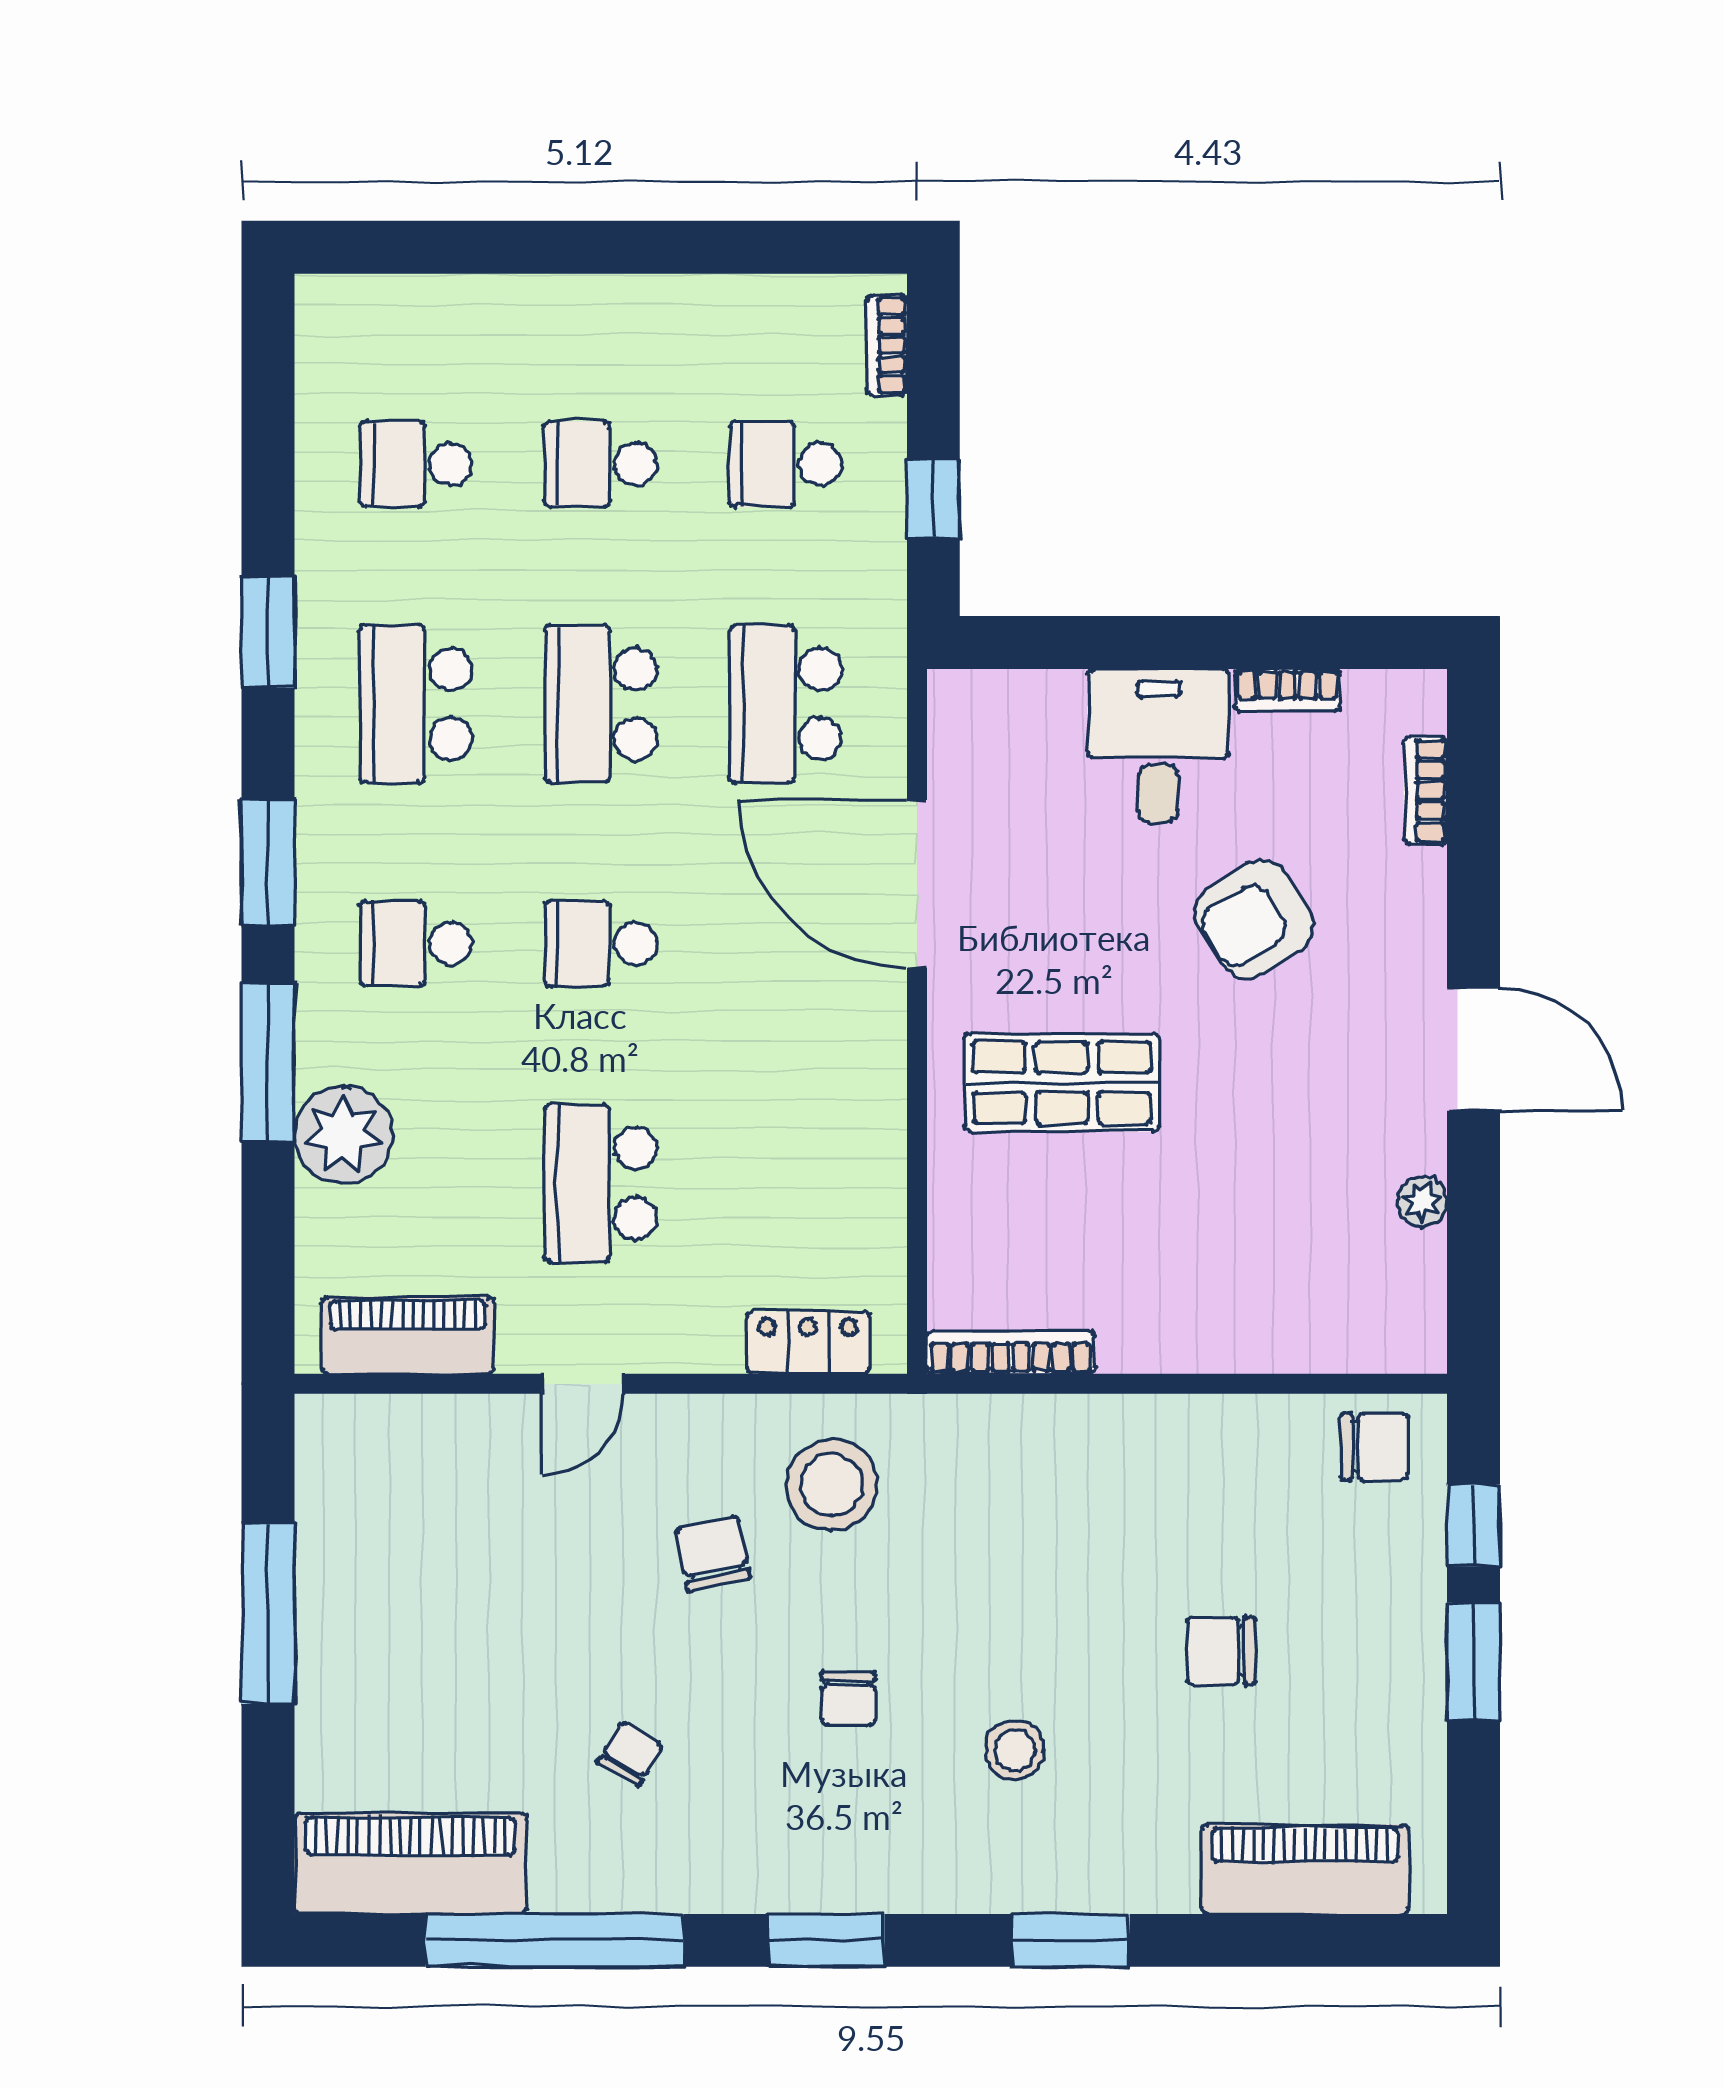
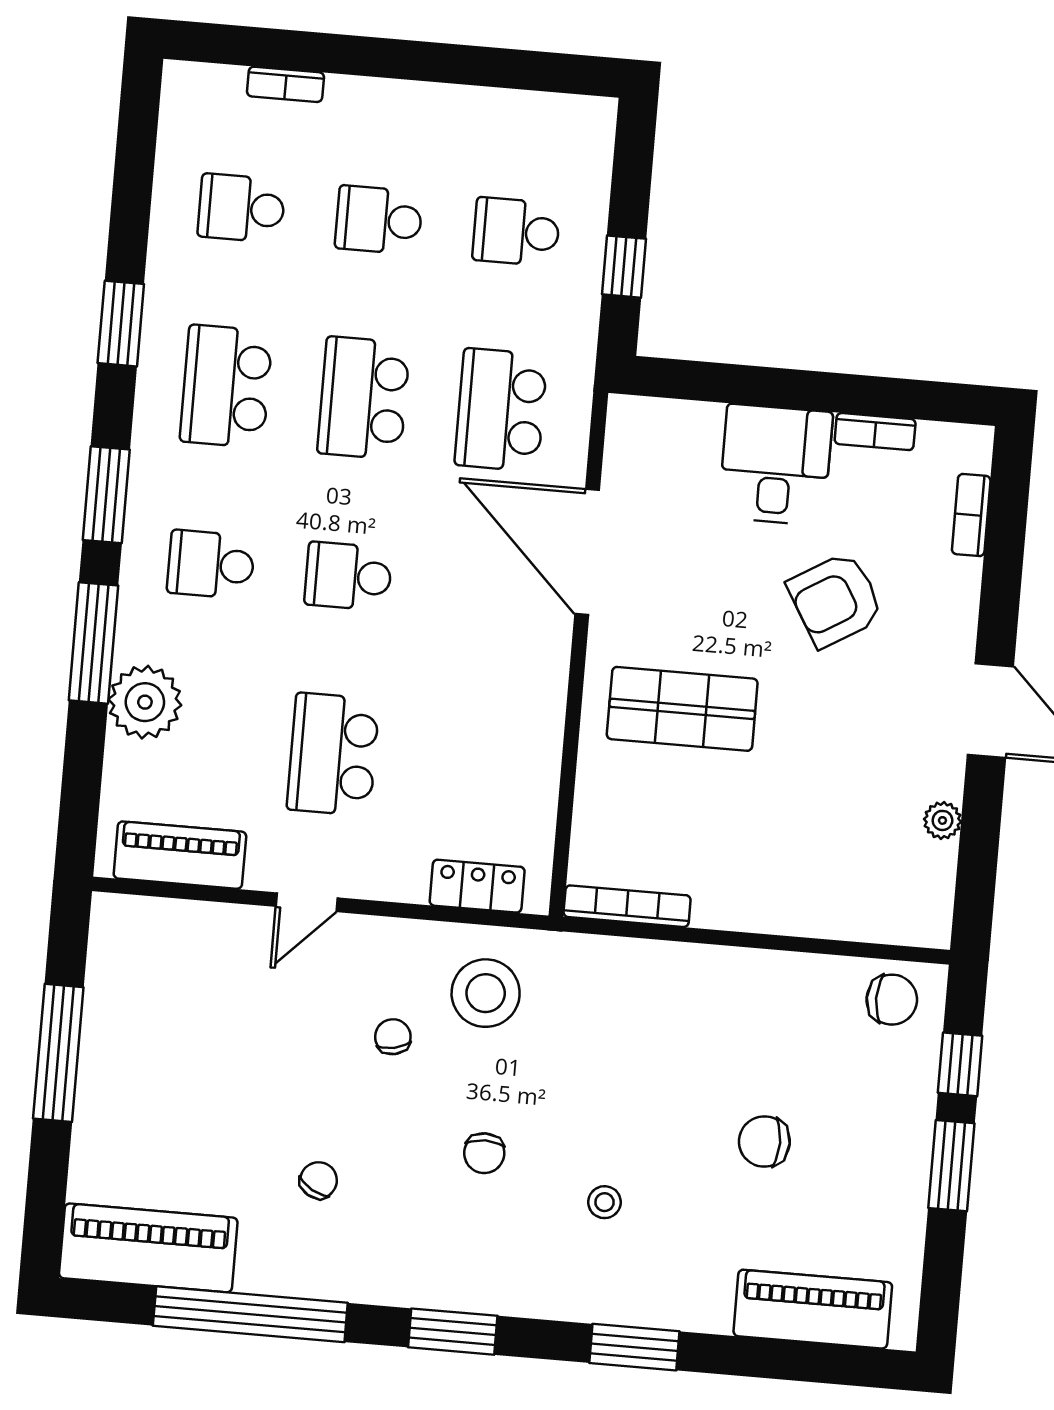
bookcase: (887, 345) -> (286, 84), moved, turned -90
chair: (713, 1554) -> (393, 1037), width x0.73, depth x0.73
stool: (1015, 1750) -> (605, 1202), width x0.73, depth x0.73

